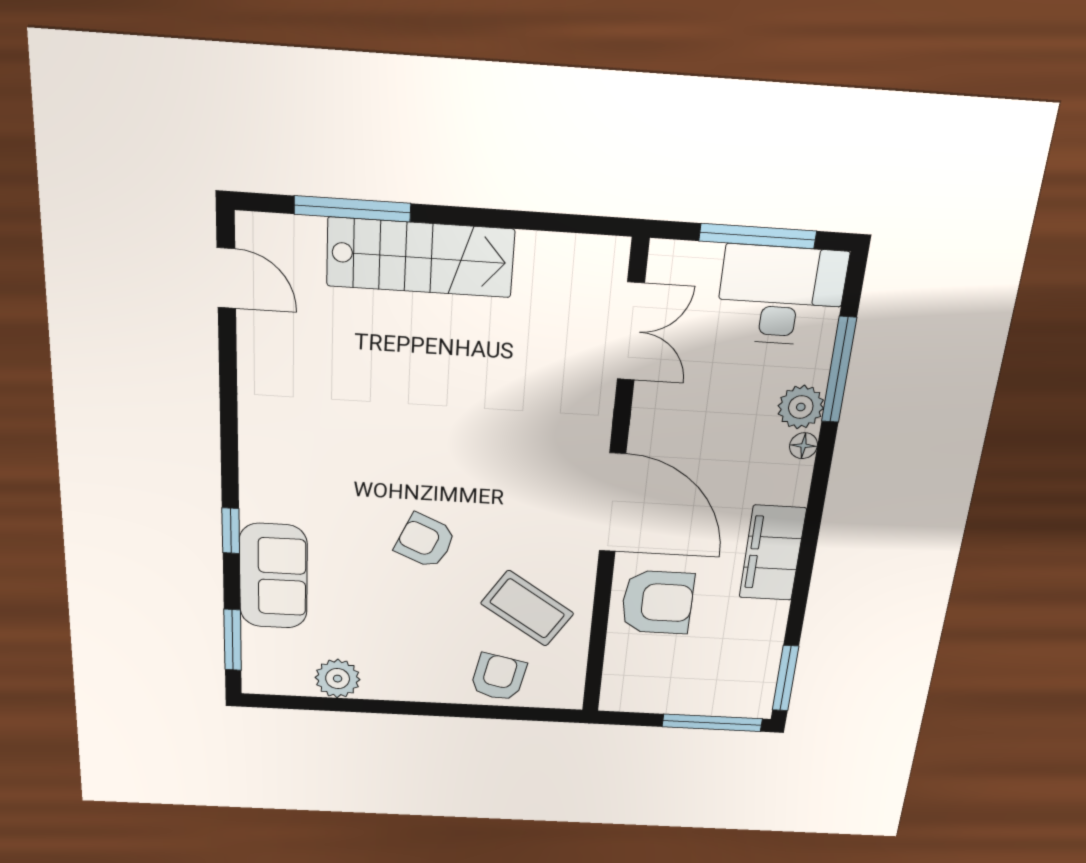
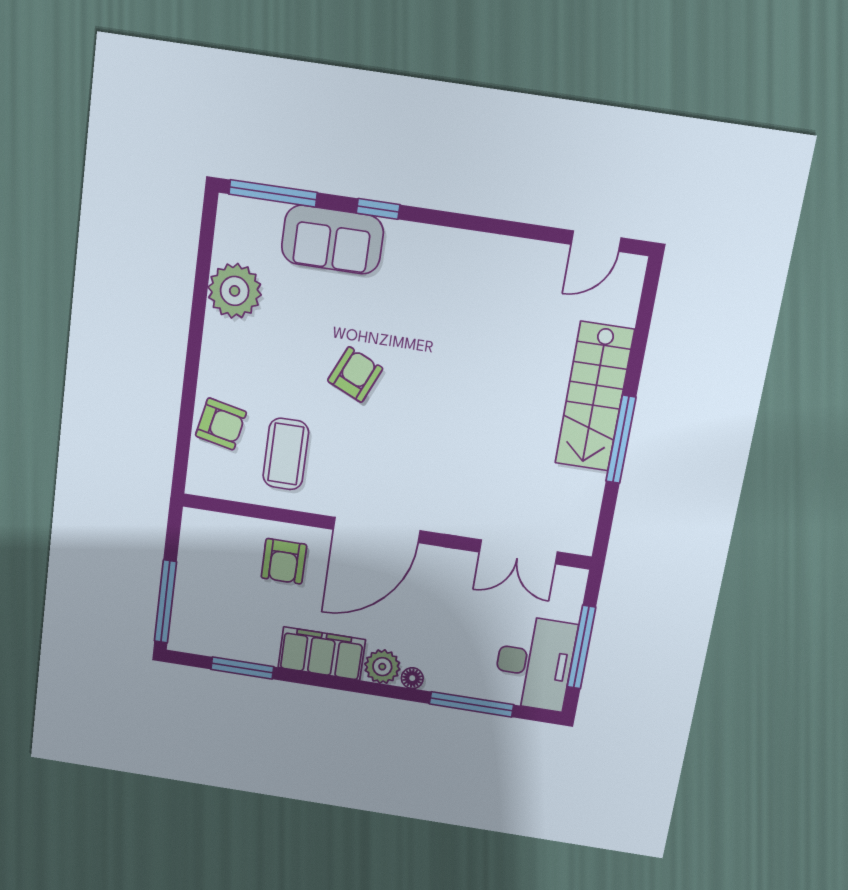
window: (352, 209) -> (621, 439), moved
plant: (801, 407) -> (382, 667), moved
armchair: (657, 602) -> (284, 561), width x0.72, depth x0.72
coffee table: (527, 608) -> (286, 454), turned -33
window: (233, 640) -> (273, 193), width x1.44
window: (786, 678) -> (242, 668), moved
plant: (338, 679) -> (235, 291), width x1.36, depth x1.36

